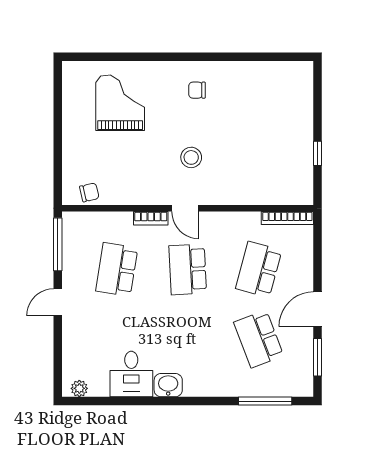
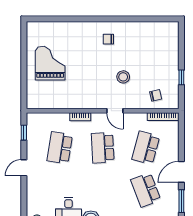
grand piano: (120, 103) -> (50, 63), moved
stool: (191, 157) -> (123, 77), moved
chair: (89, 192) -> (156, 95), moved
door: (185, 208) -> (115, 111), moved
window: (58, 244) -> (24, 133), width x0.46

